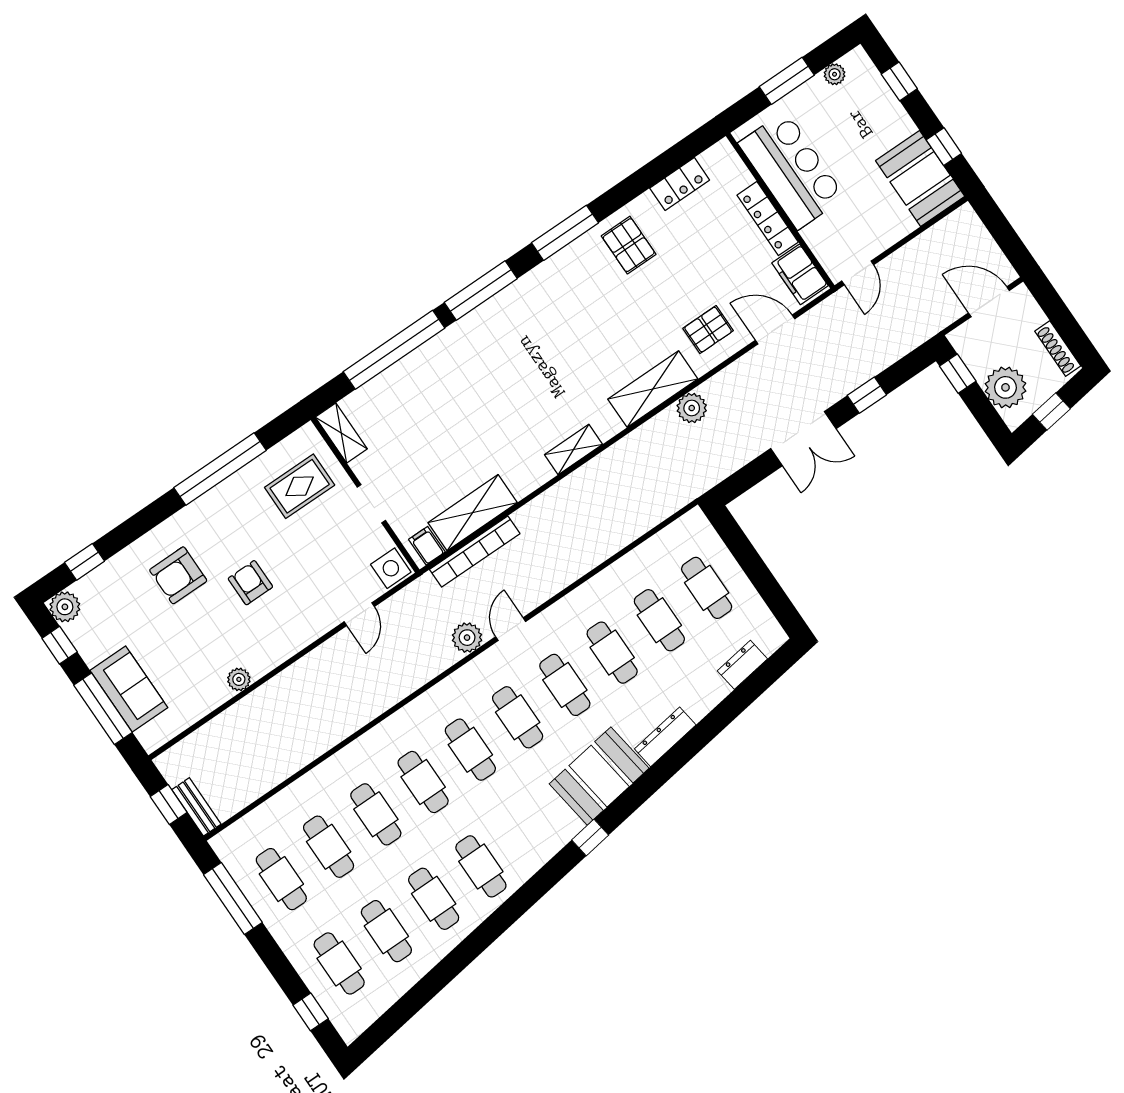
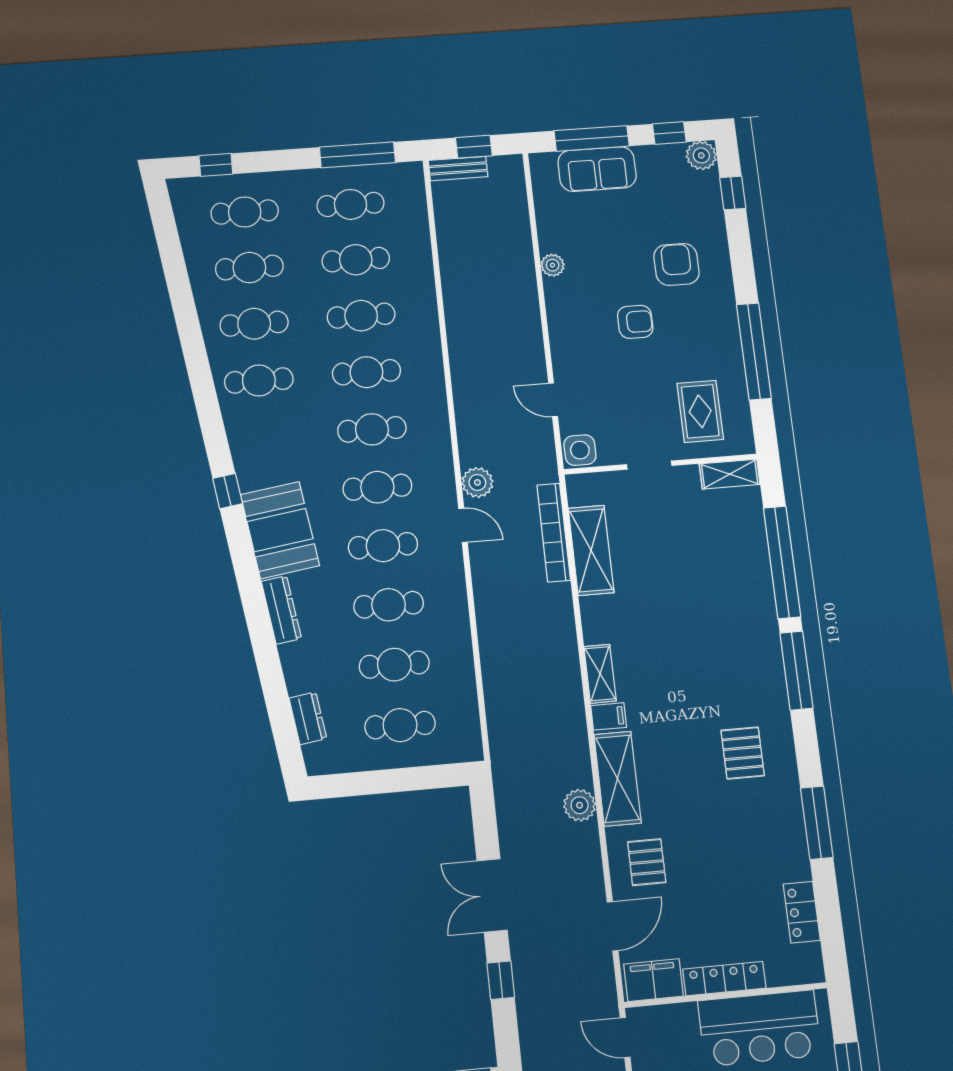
window: (565, 233) -> (817, 823), moved
pallet: (629, 245) -> (743, 753), moved, turned 90
filing cabinet: (427, 546) -> (609, 716), moved

